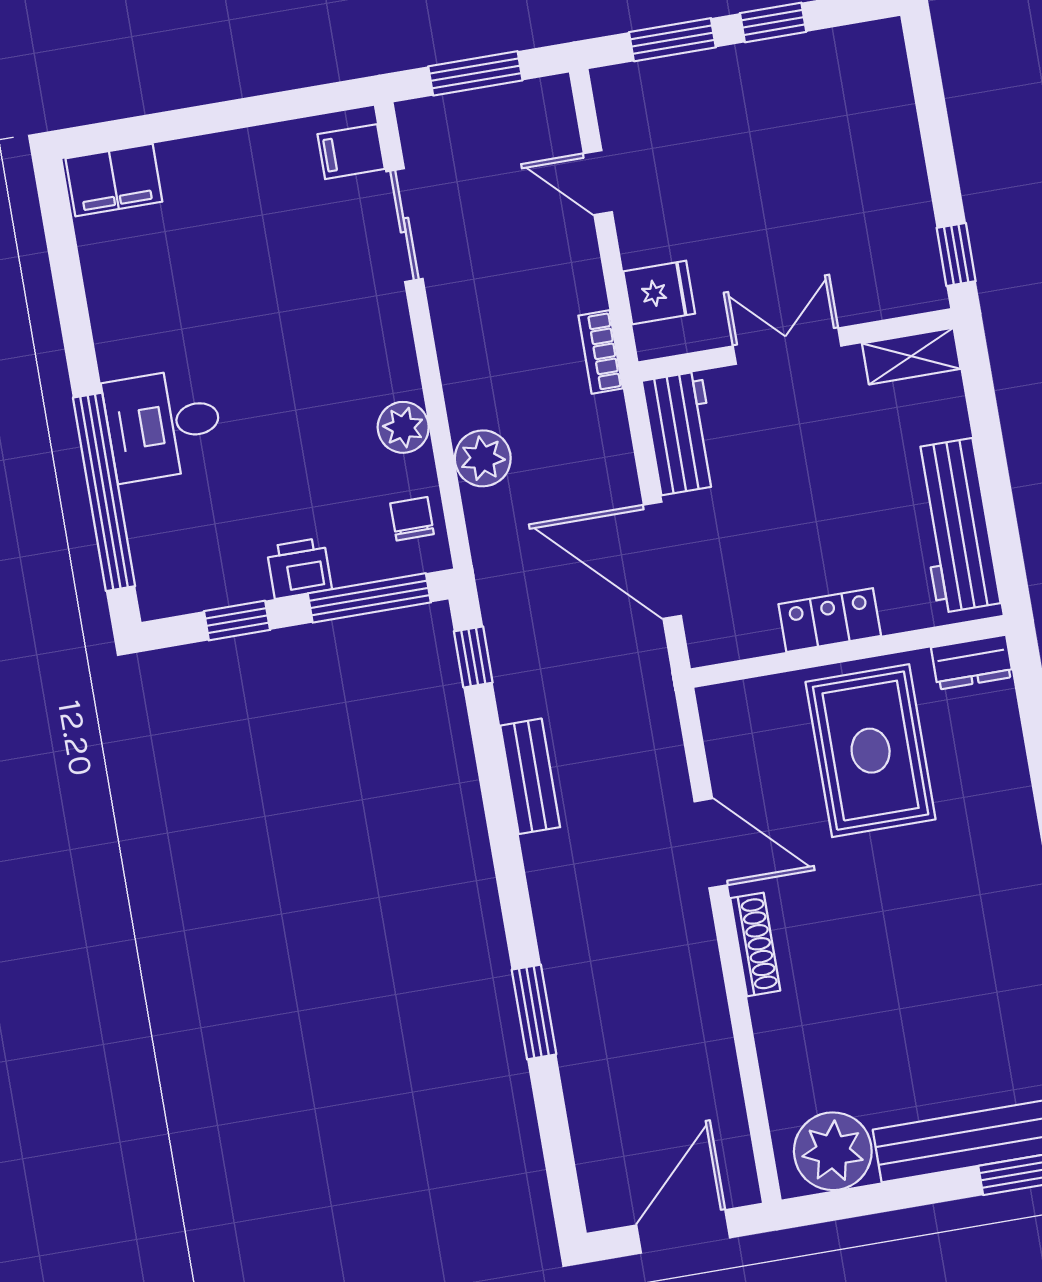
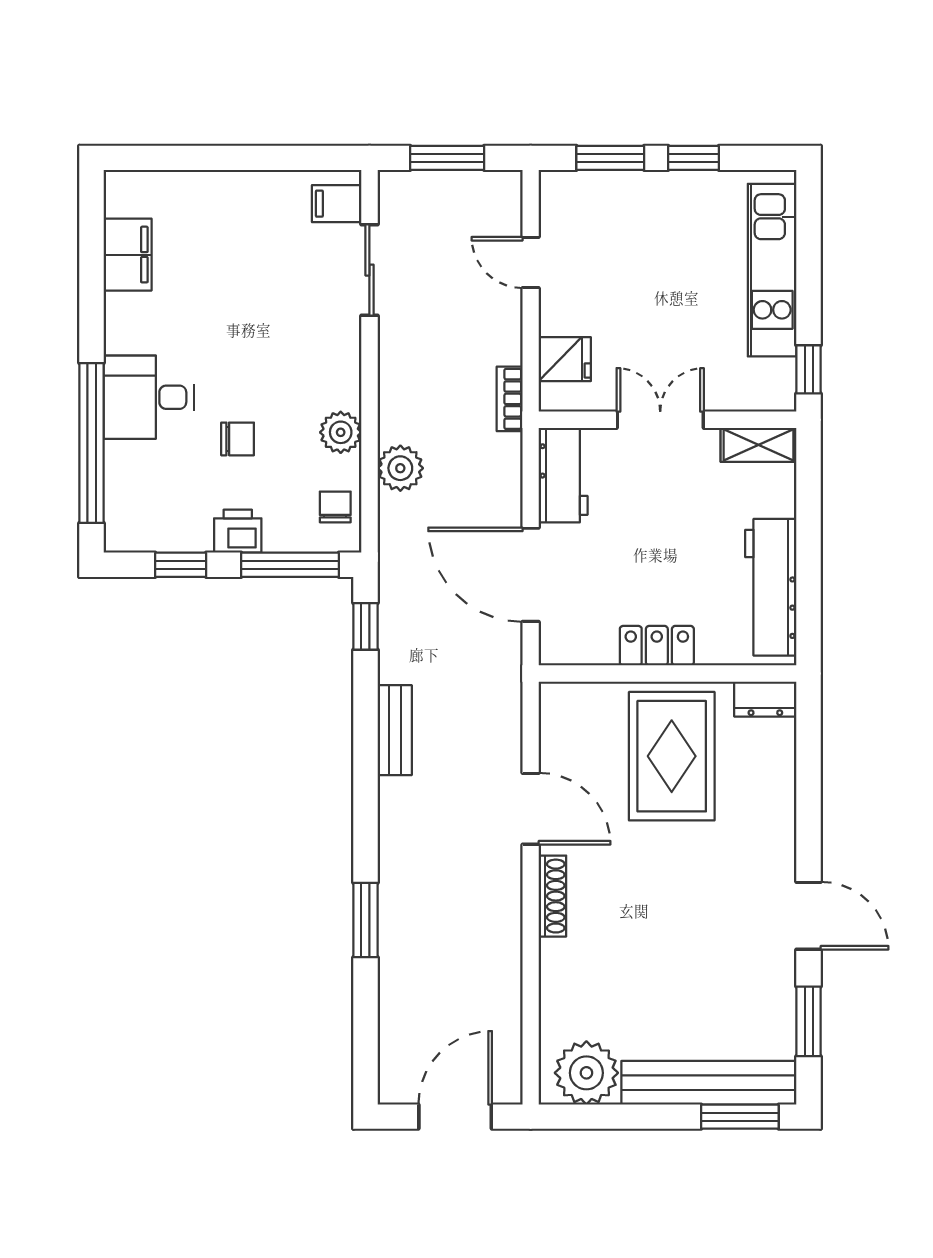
kitchen unit: (892, 142) -> (772, 270), added
filing cabinet: (114, 180) -> (128, 255), moved, turned -90
chair: (280, 457) -> (238, 439), added

